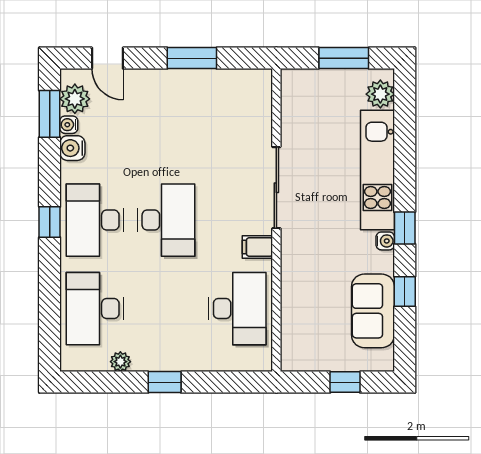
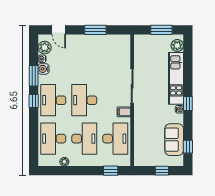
window: (50, 114) -> (34, 76), moved
desk: (166, 220) -> (84, 100), turned 180
window: (405, 292) -> (188, 147), moved
desk: (166, 309) -> (84, 139), added
window: (165, 382) -> (111, 171), moved

